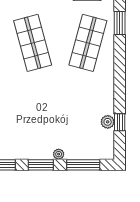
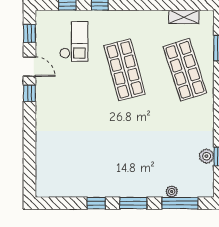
shop shelf: (88, 43) -> (185, 70), turned -33
plant: (59, 154) -> (172, 191), moved

